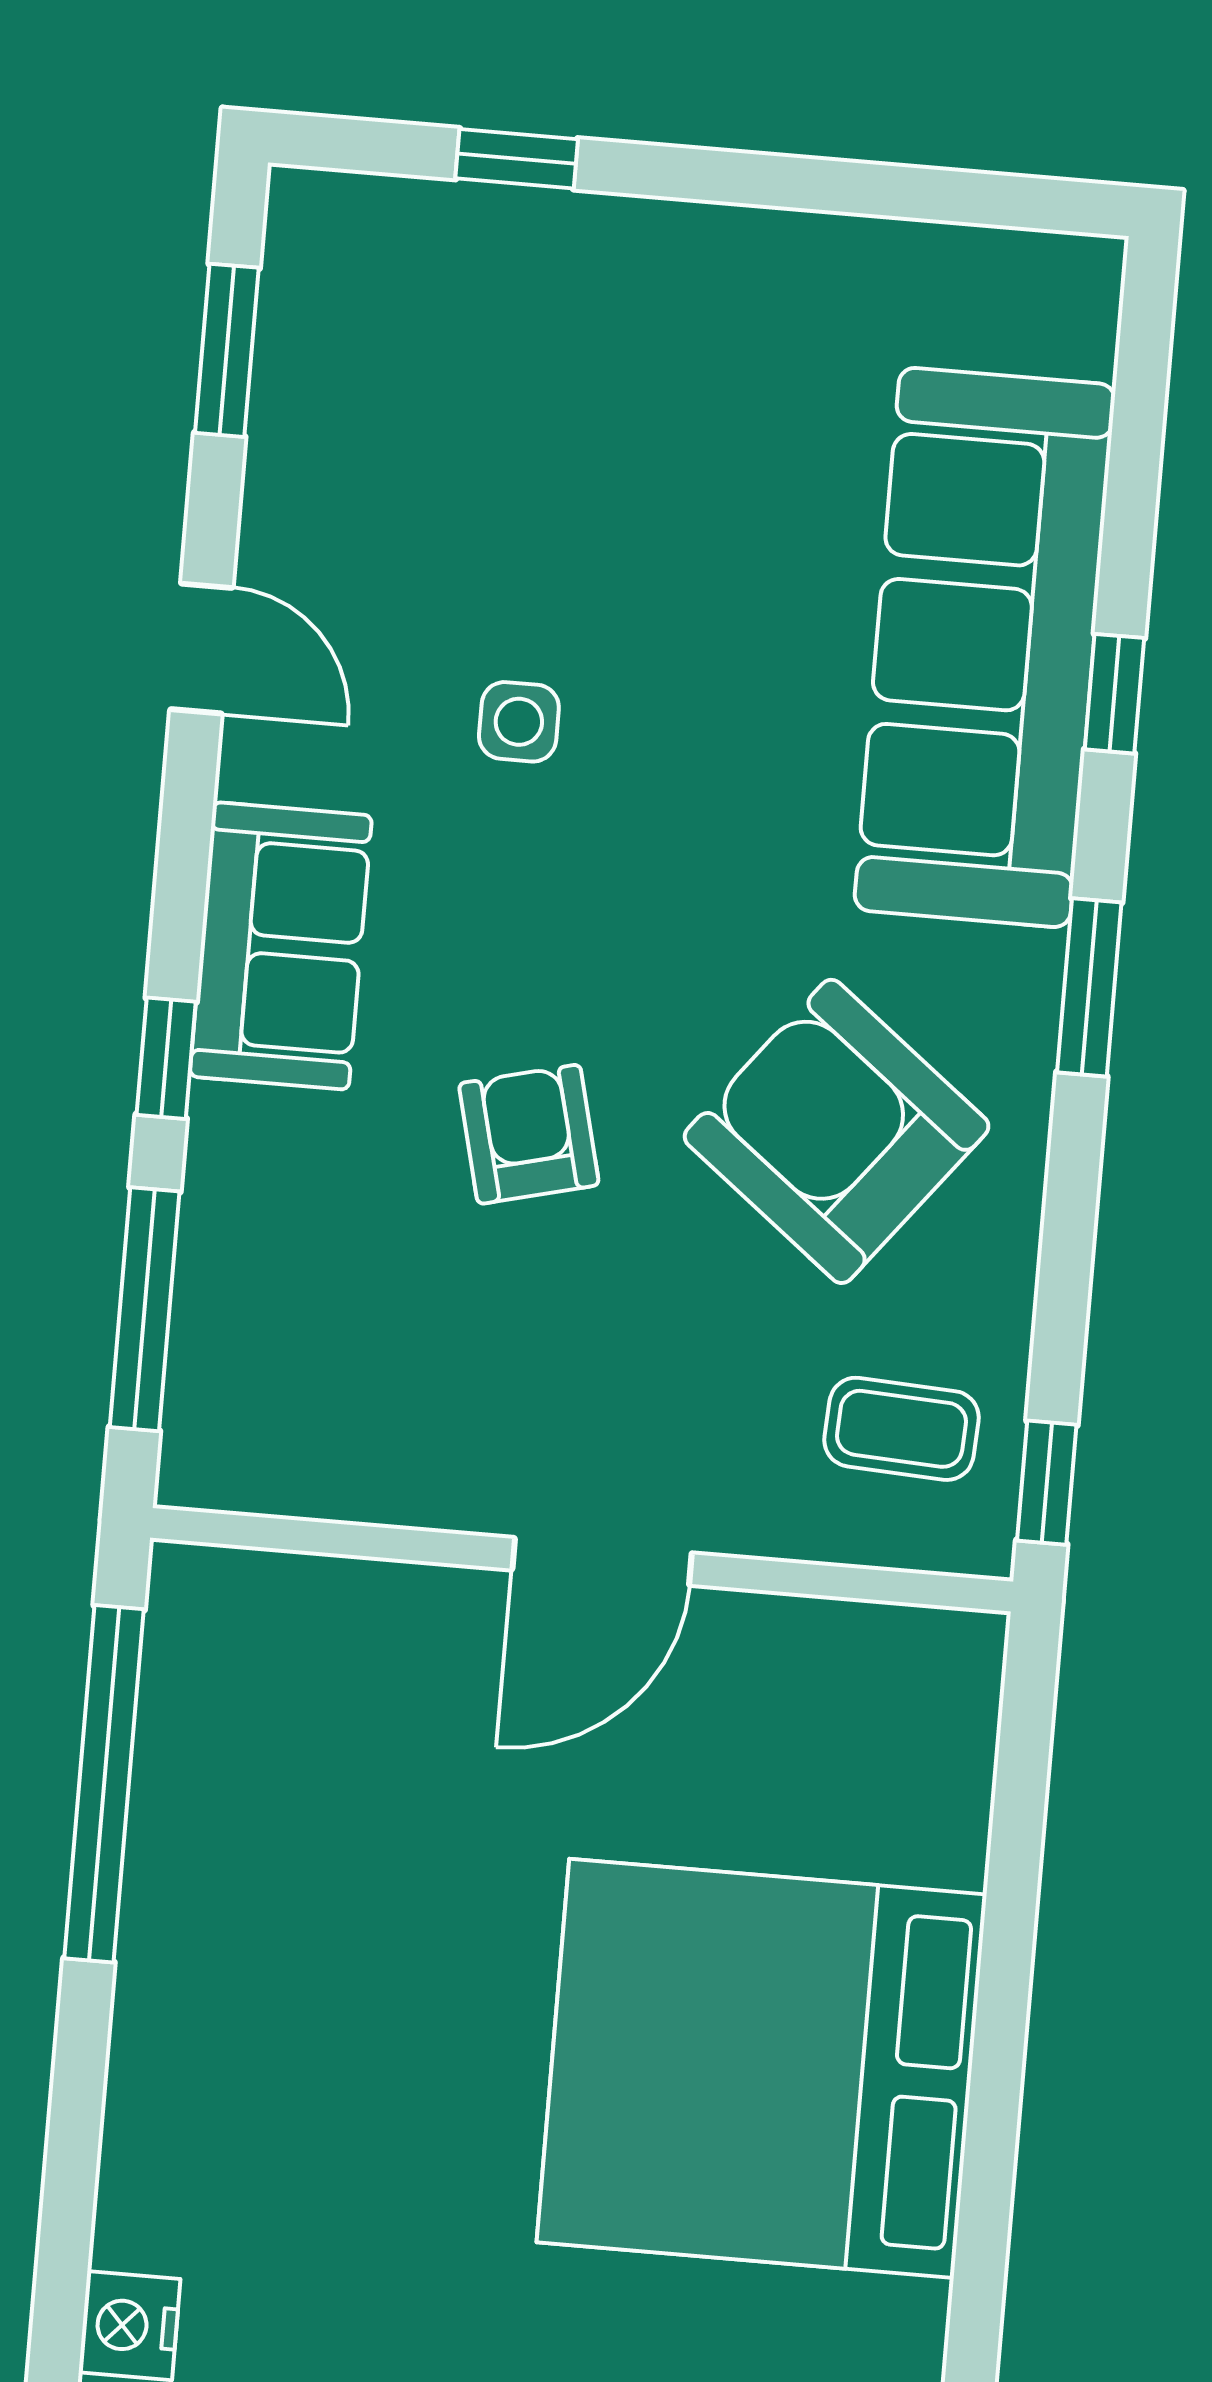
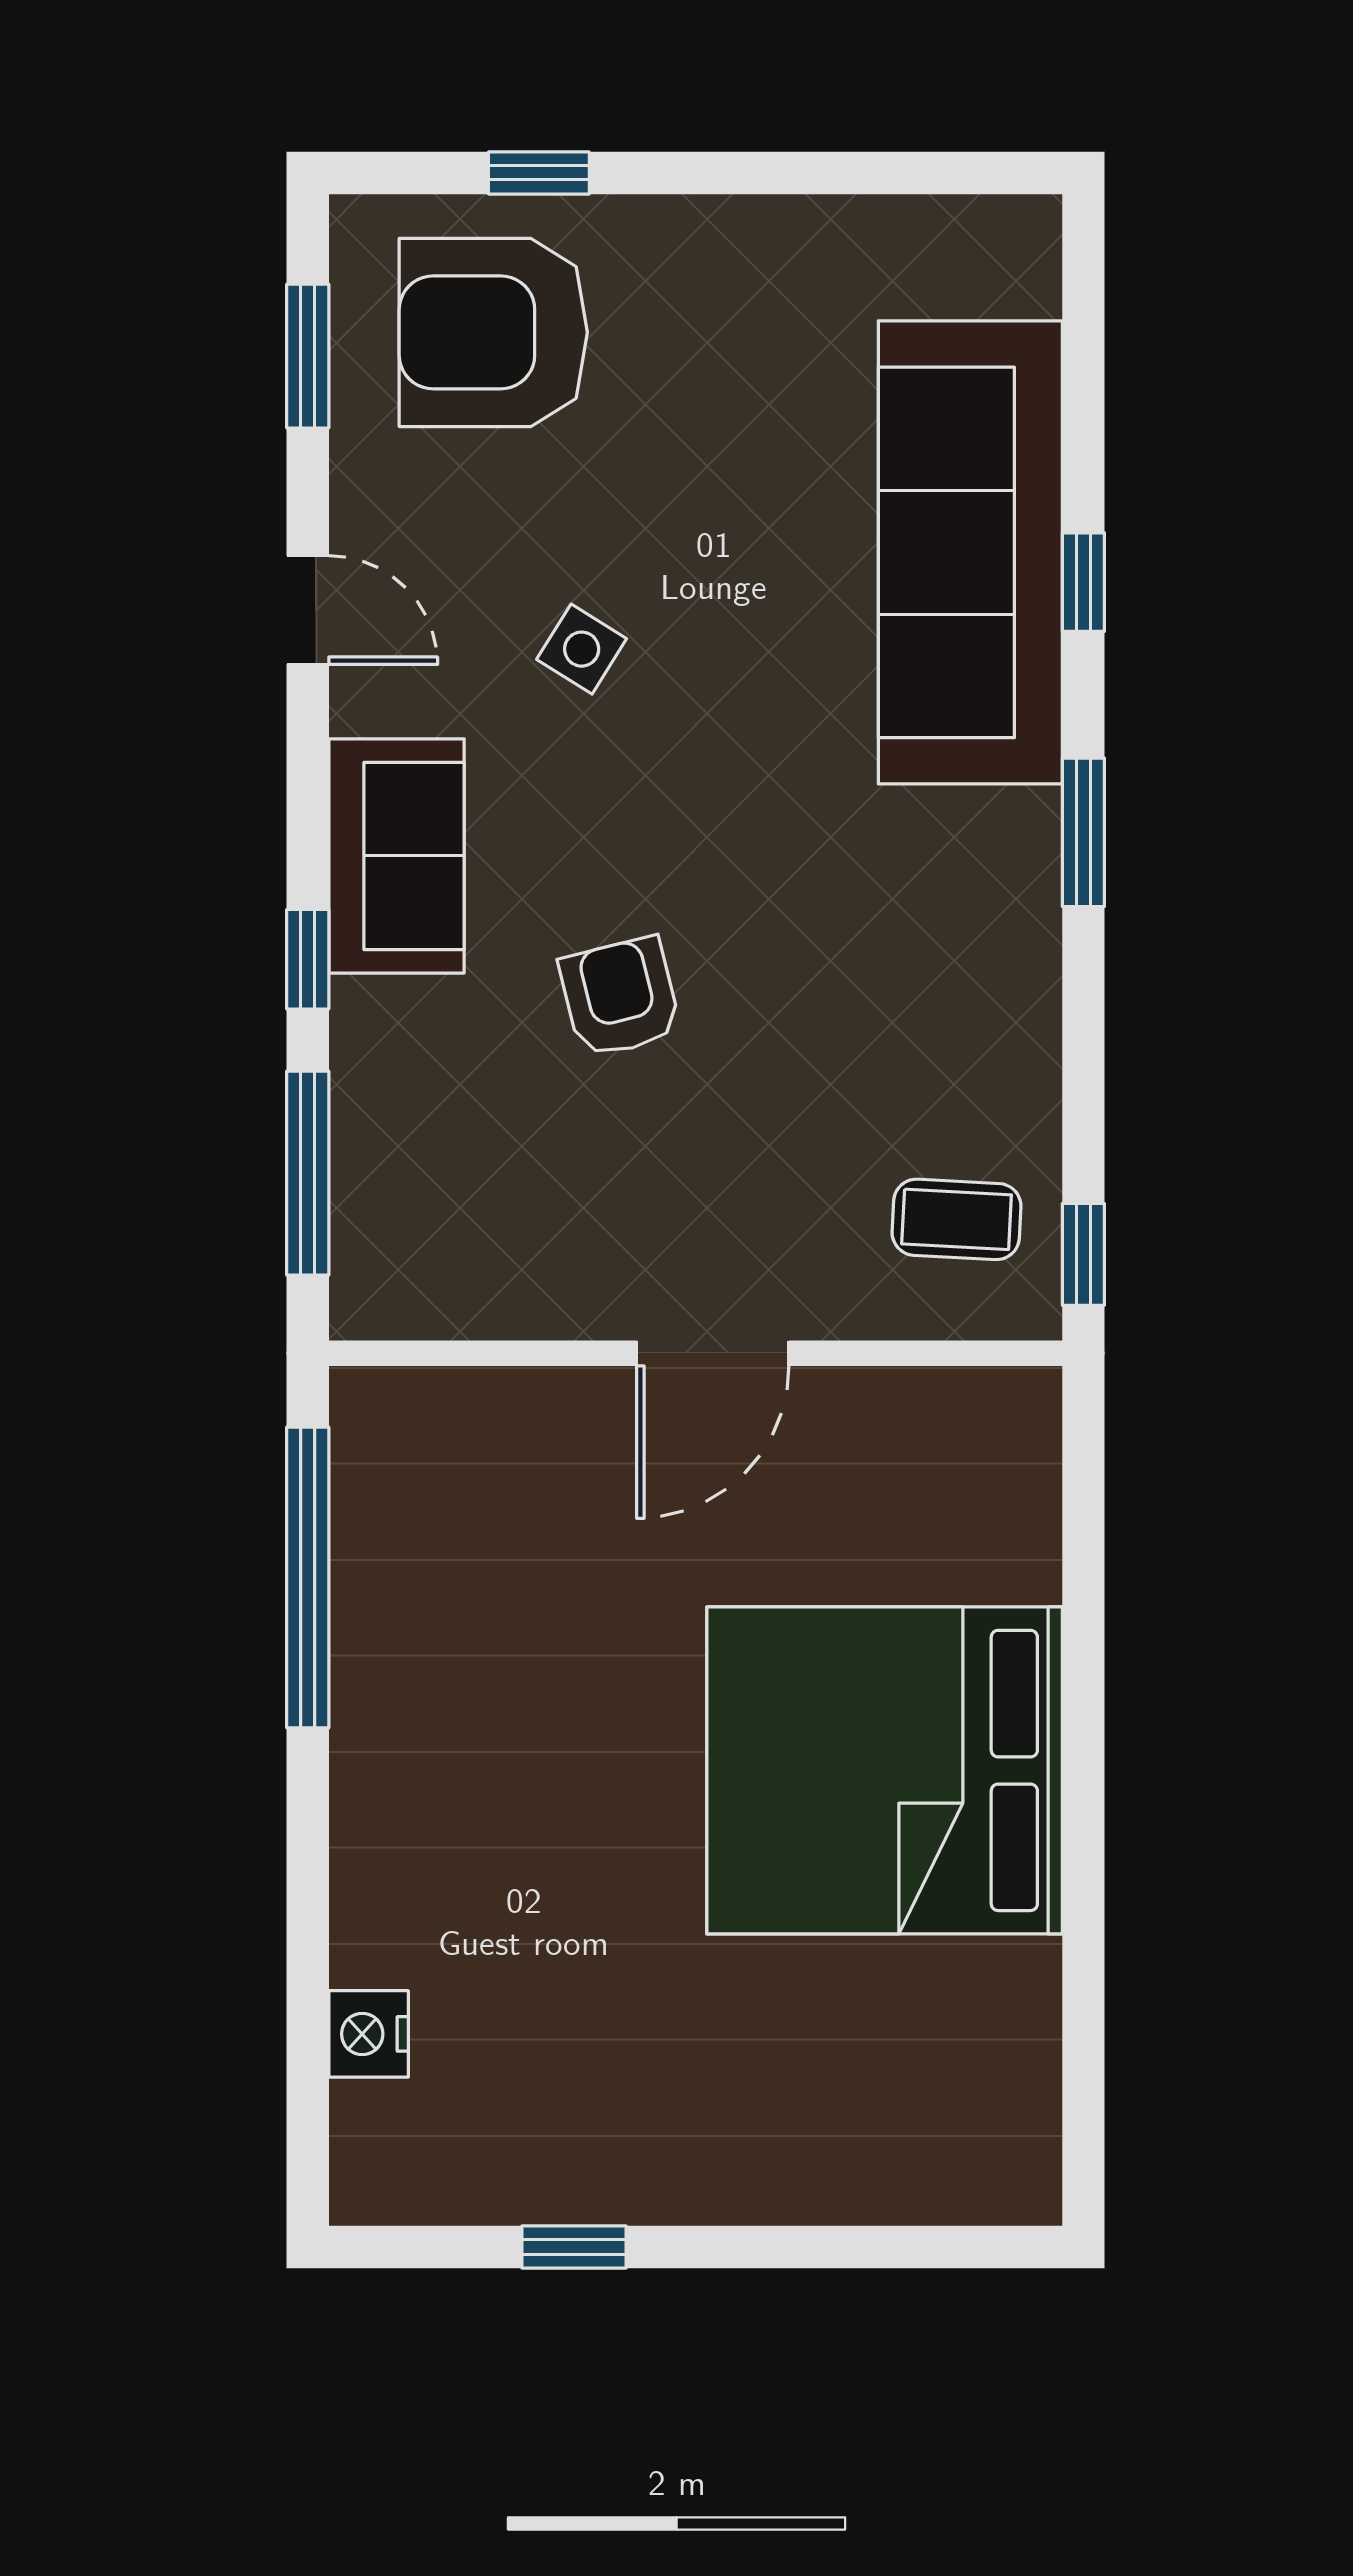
side table: (519, 722) -> (582, 649), turned 32
armchair: (837, 1131) -> (493, 332), moved, turned -38

